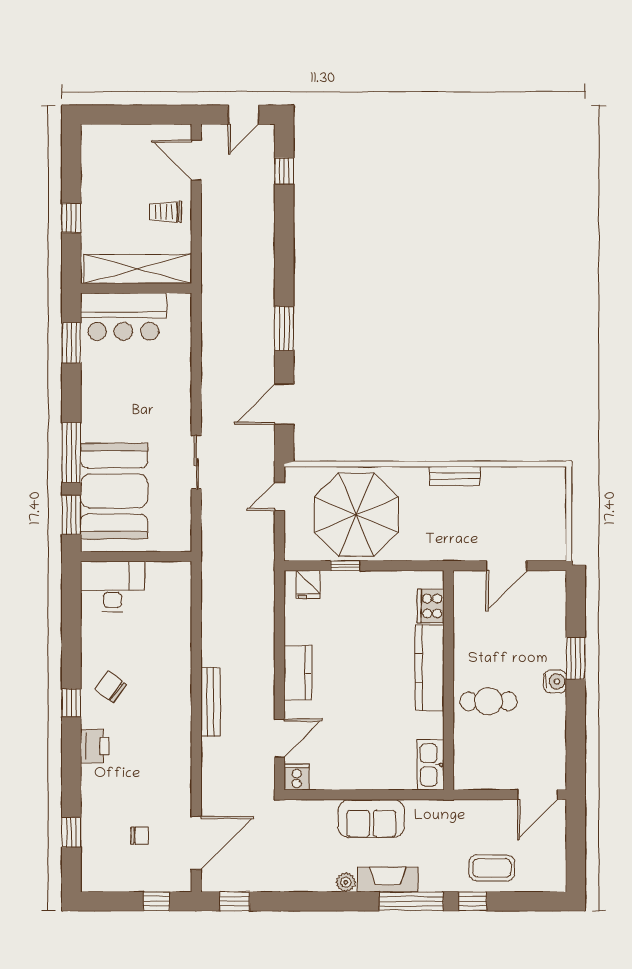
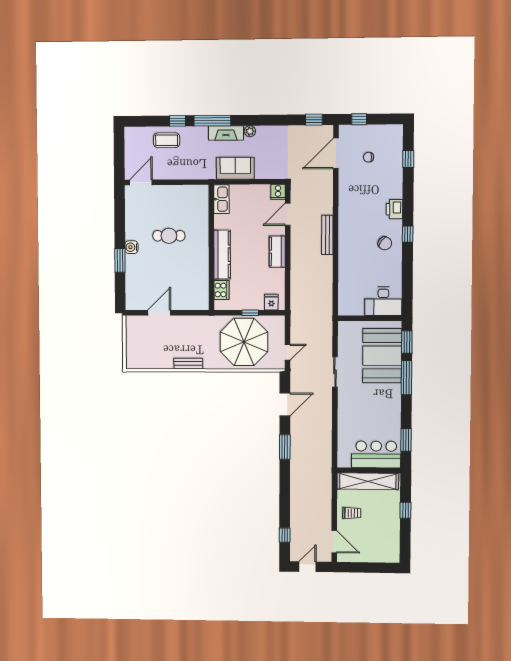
cooker: (431, 606) -> (221, 290), moved
kitchen counter: (429, 668) -> (222, 255), moved
wall: (448, 680) -> (211, 248), moved
kitchen sink: (430, 765) -> (221, 199), moved

